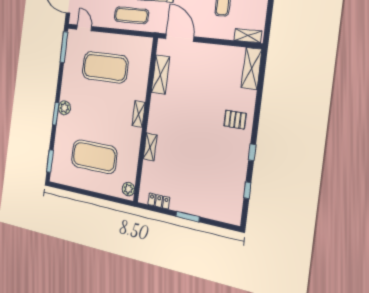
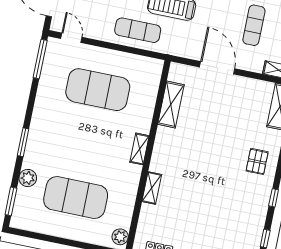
door: (180, 38) -> (217, 68), moved
plant: (64, 108) -> (28, 178), moved
pallet: (235, 120) -> (257, 161), turned 90

